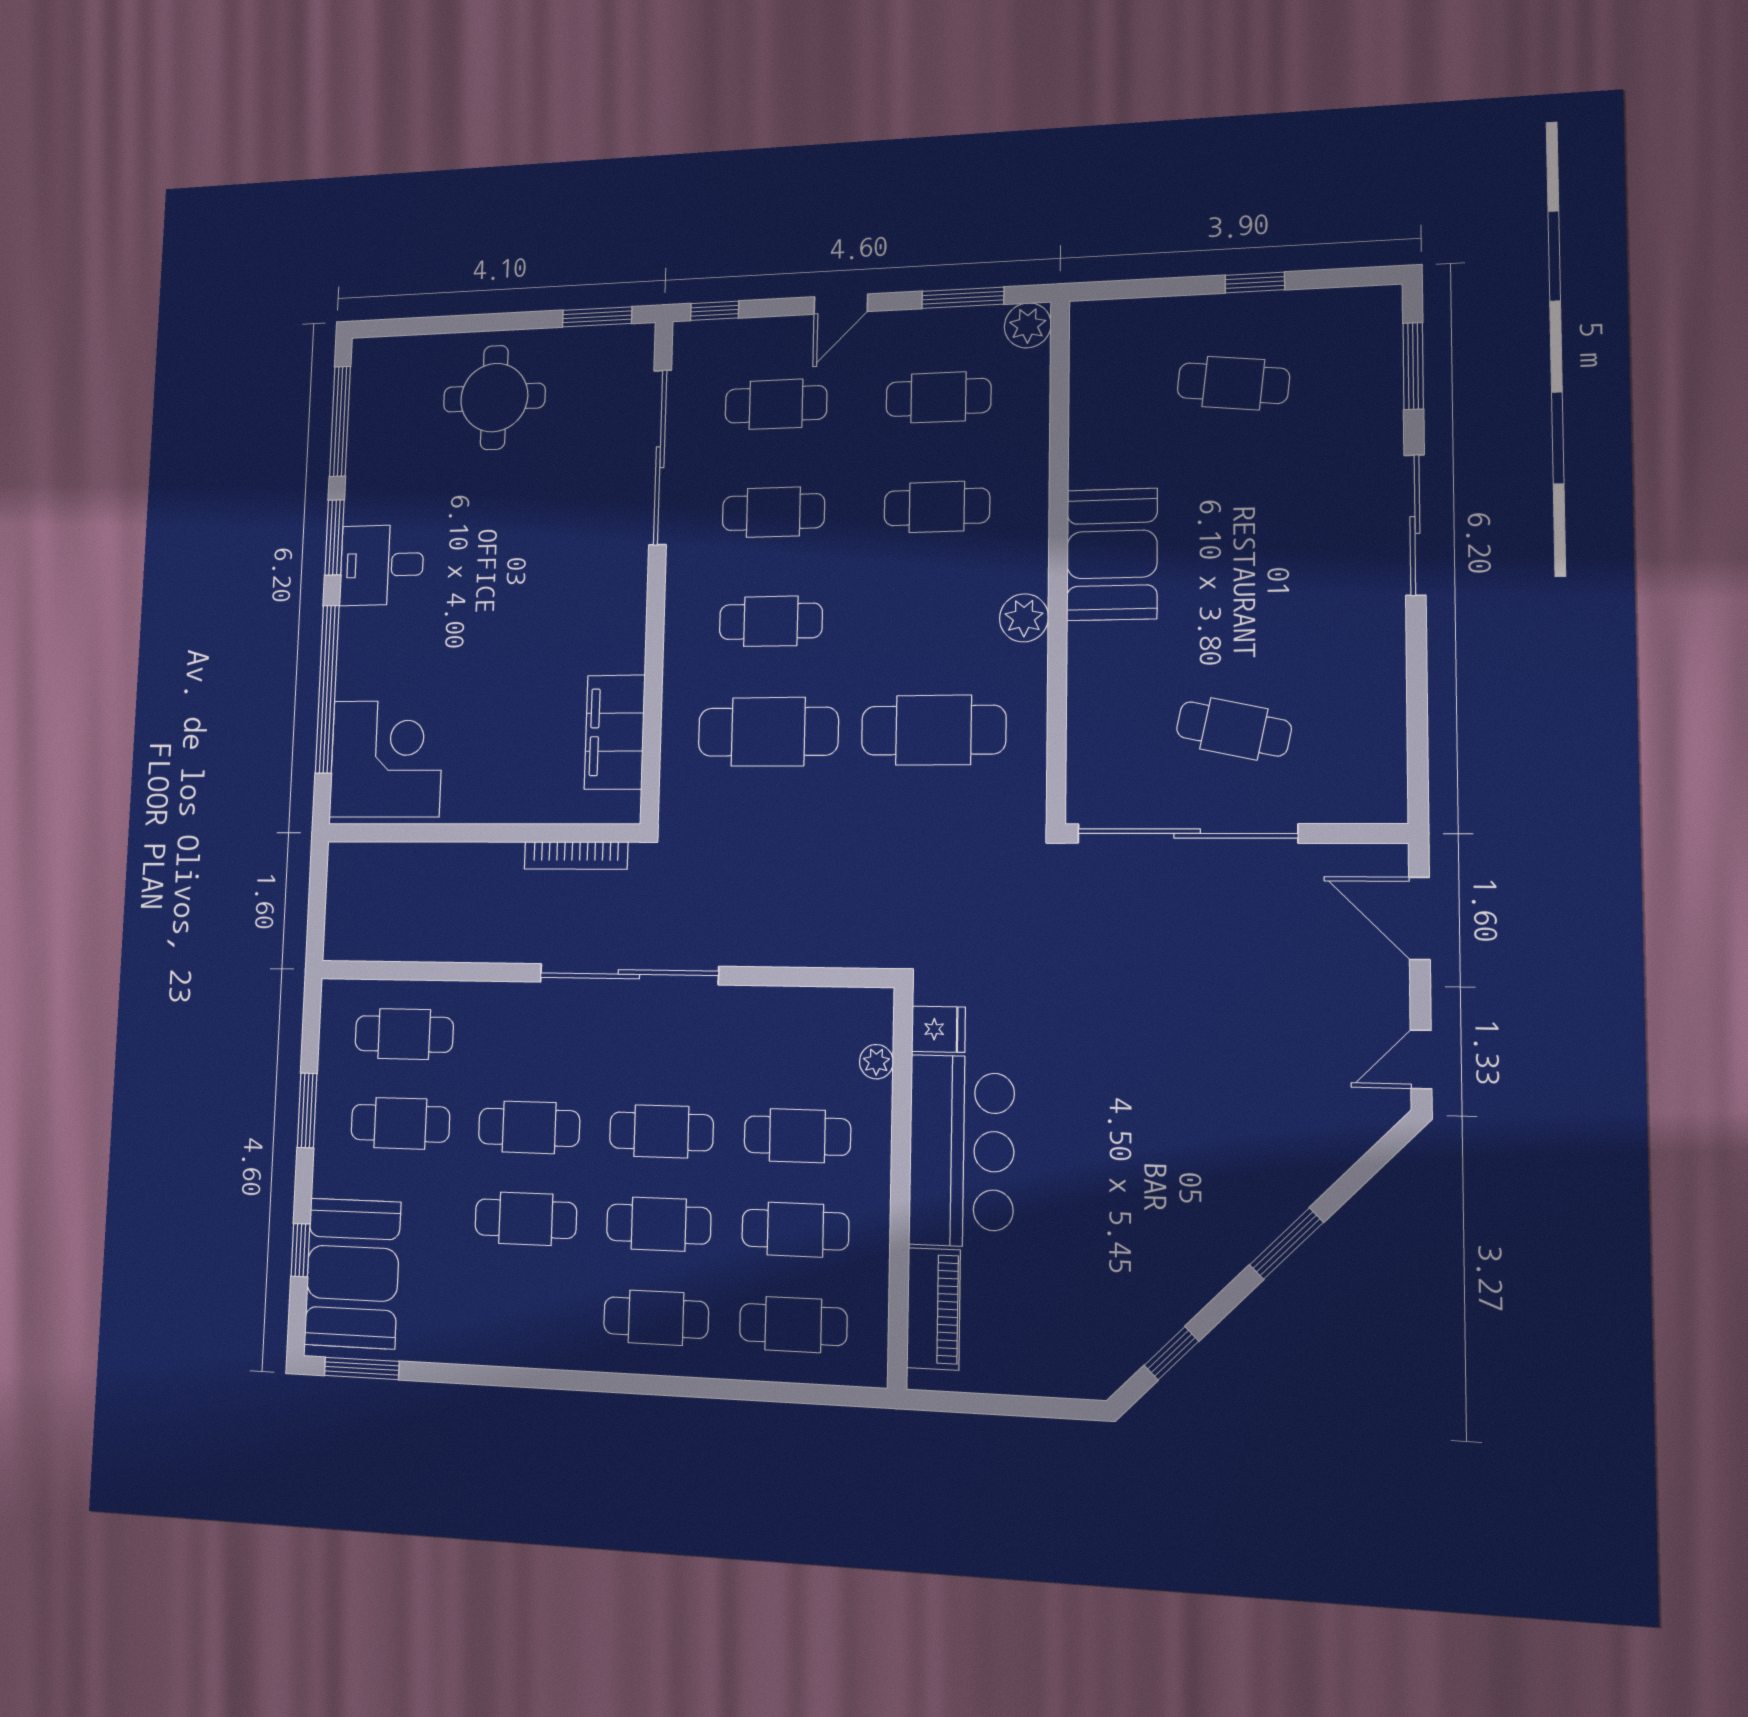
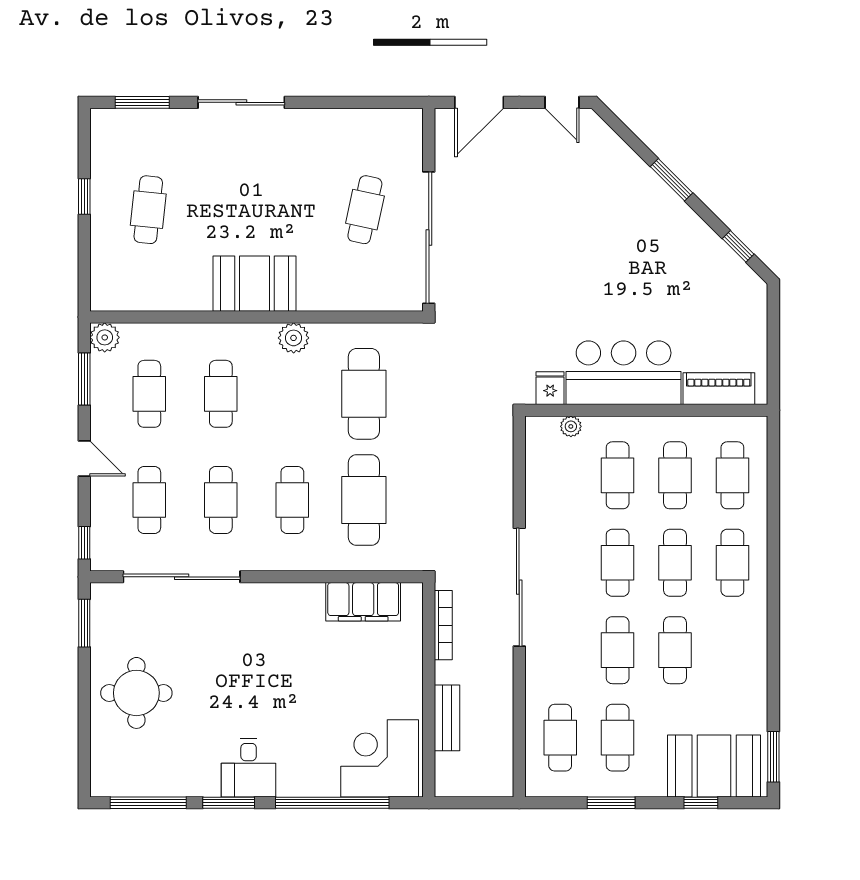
bench: (440, 861) -> (447, 718), added

